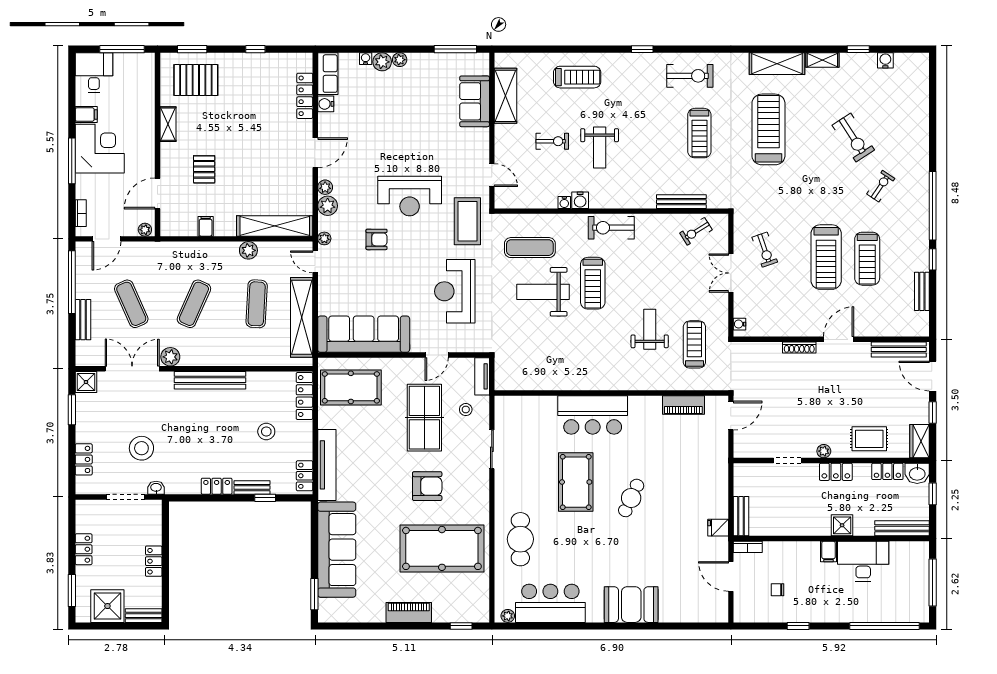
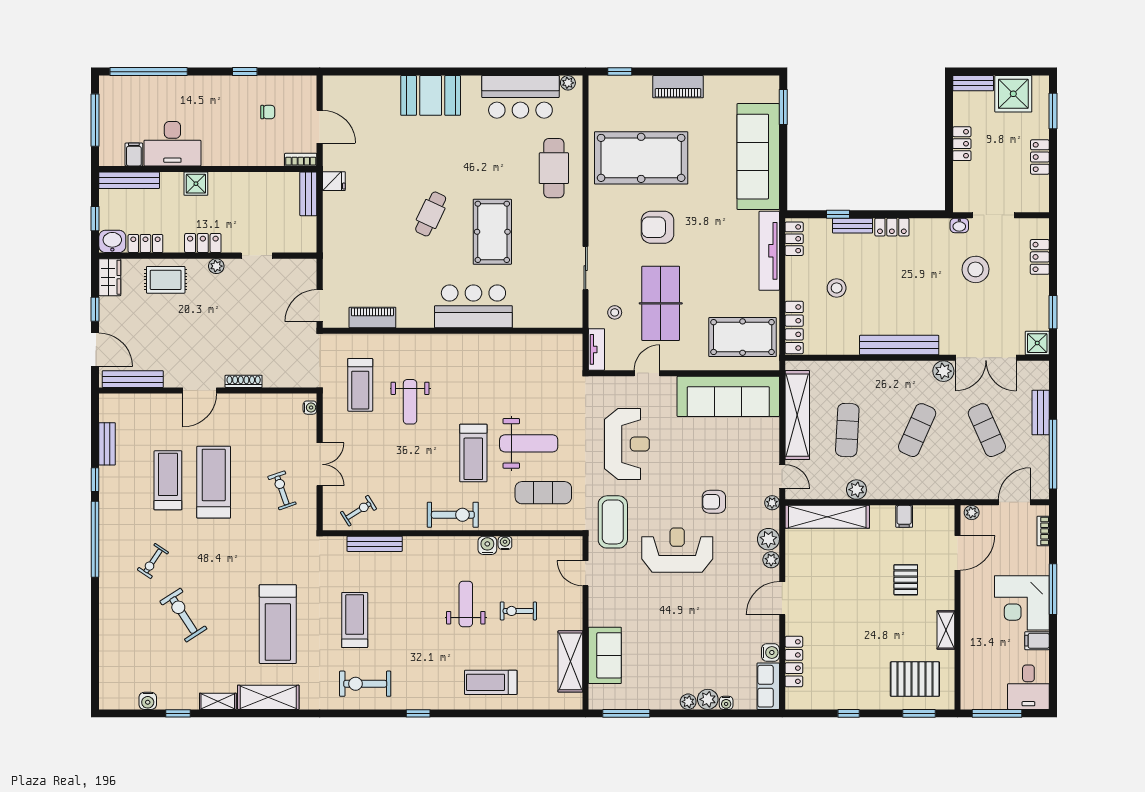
treadmill: (593, 283) -> (473, 453), turned 180
filing cabinet: (829, 551) -> (134, 154), moved

